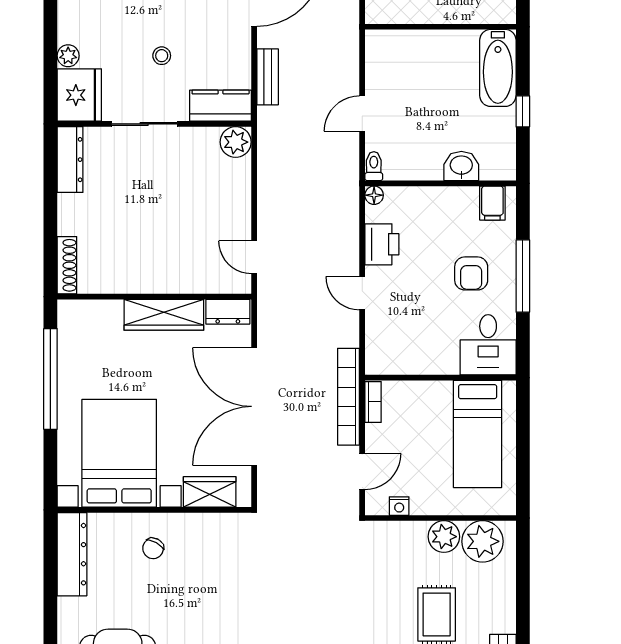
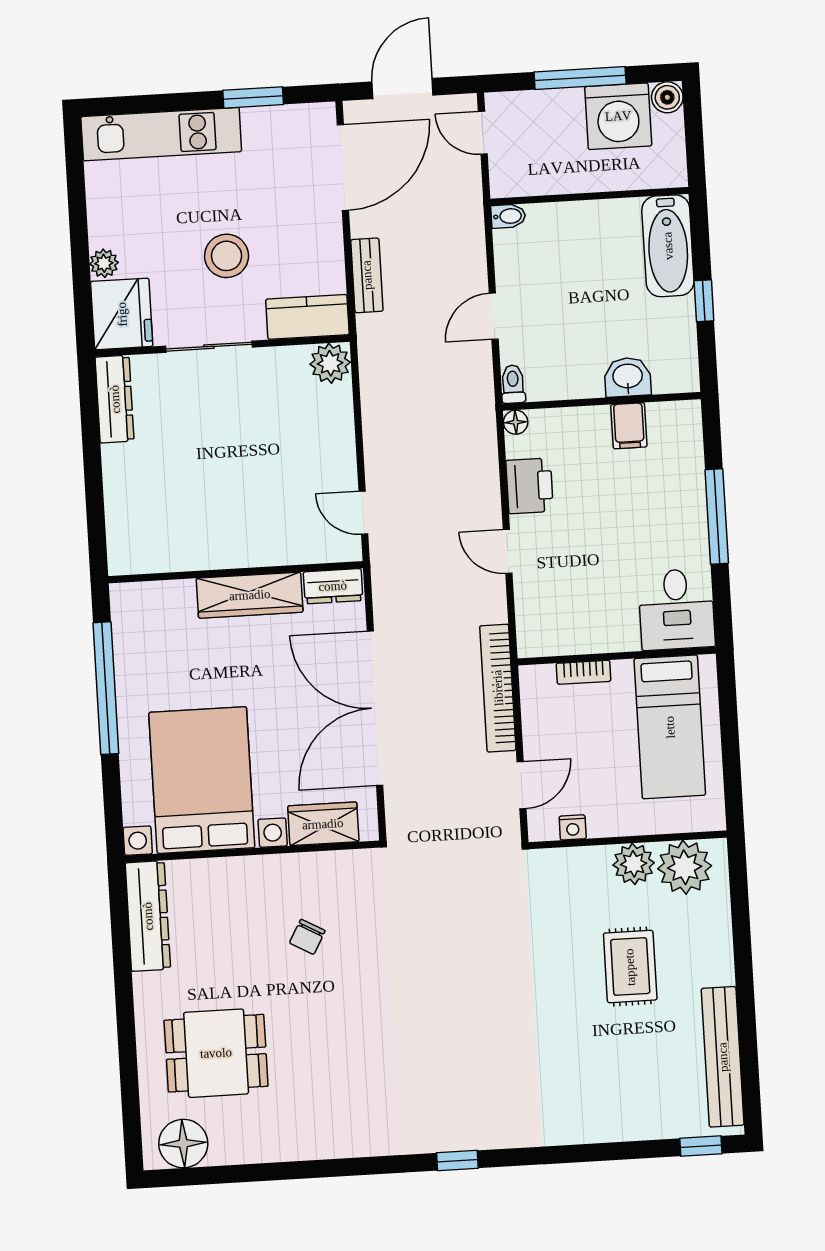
bidet: (378, 38) -> (508, 216), added
stool: (162, 56) -> (227, 256), width x1.89, depth x1.89
filing cabinet: (492, 203) -> (629, 426), moved
shoe rack: (67, 265) -> (119, 538), removed
armchair: (471, 273) -> (649, 517), removed
bookcase: (373, 402) -> (583, 672), moved, turned 90
chair: (153, 548) -> (307, 937), moved

